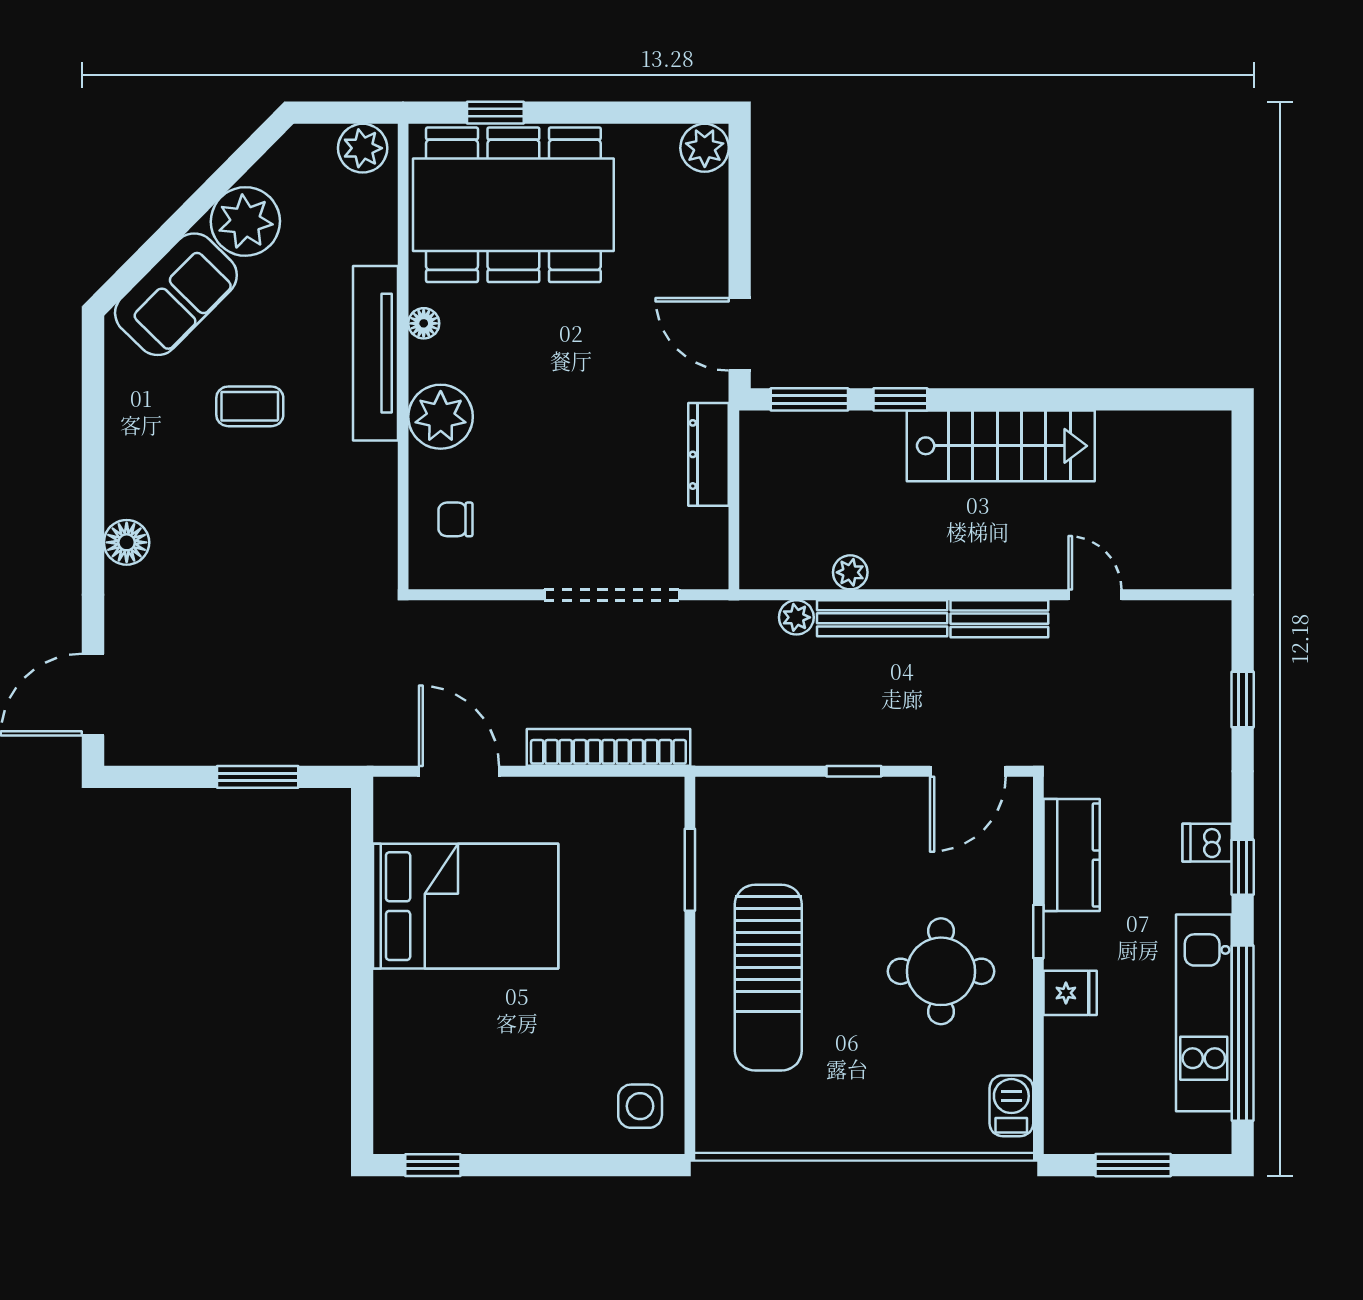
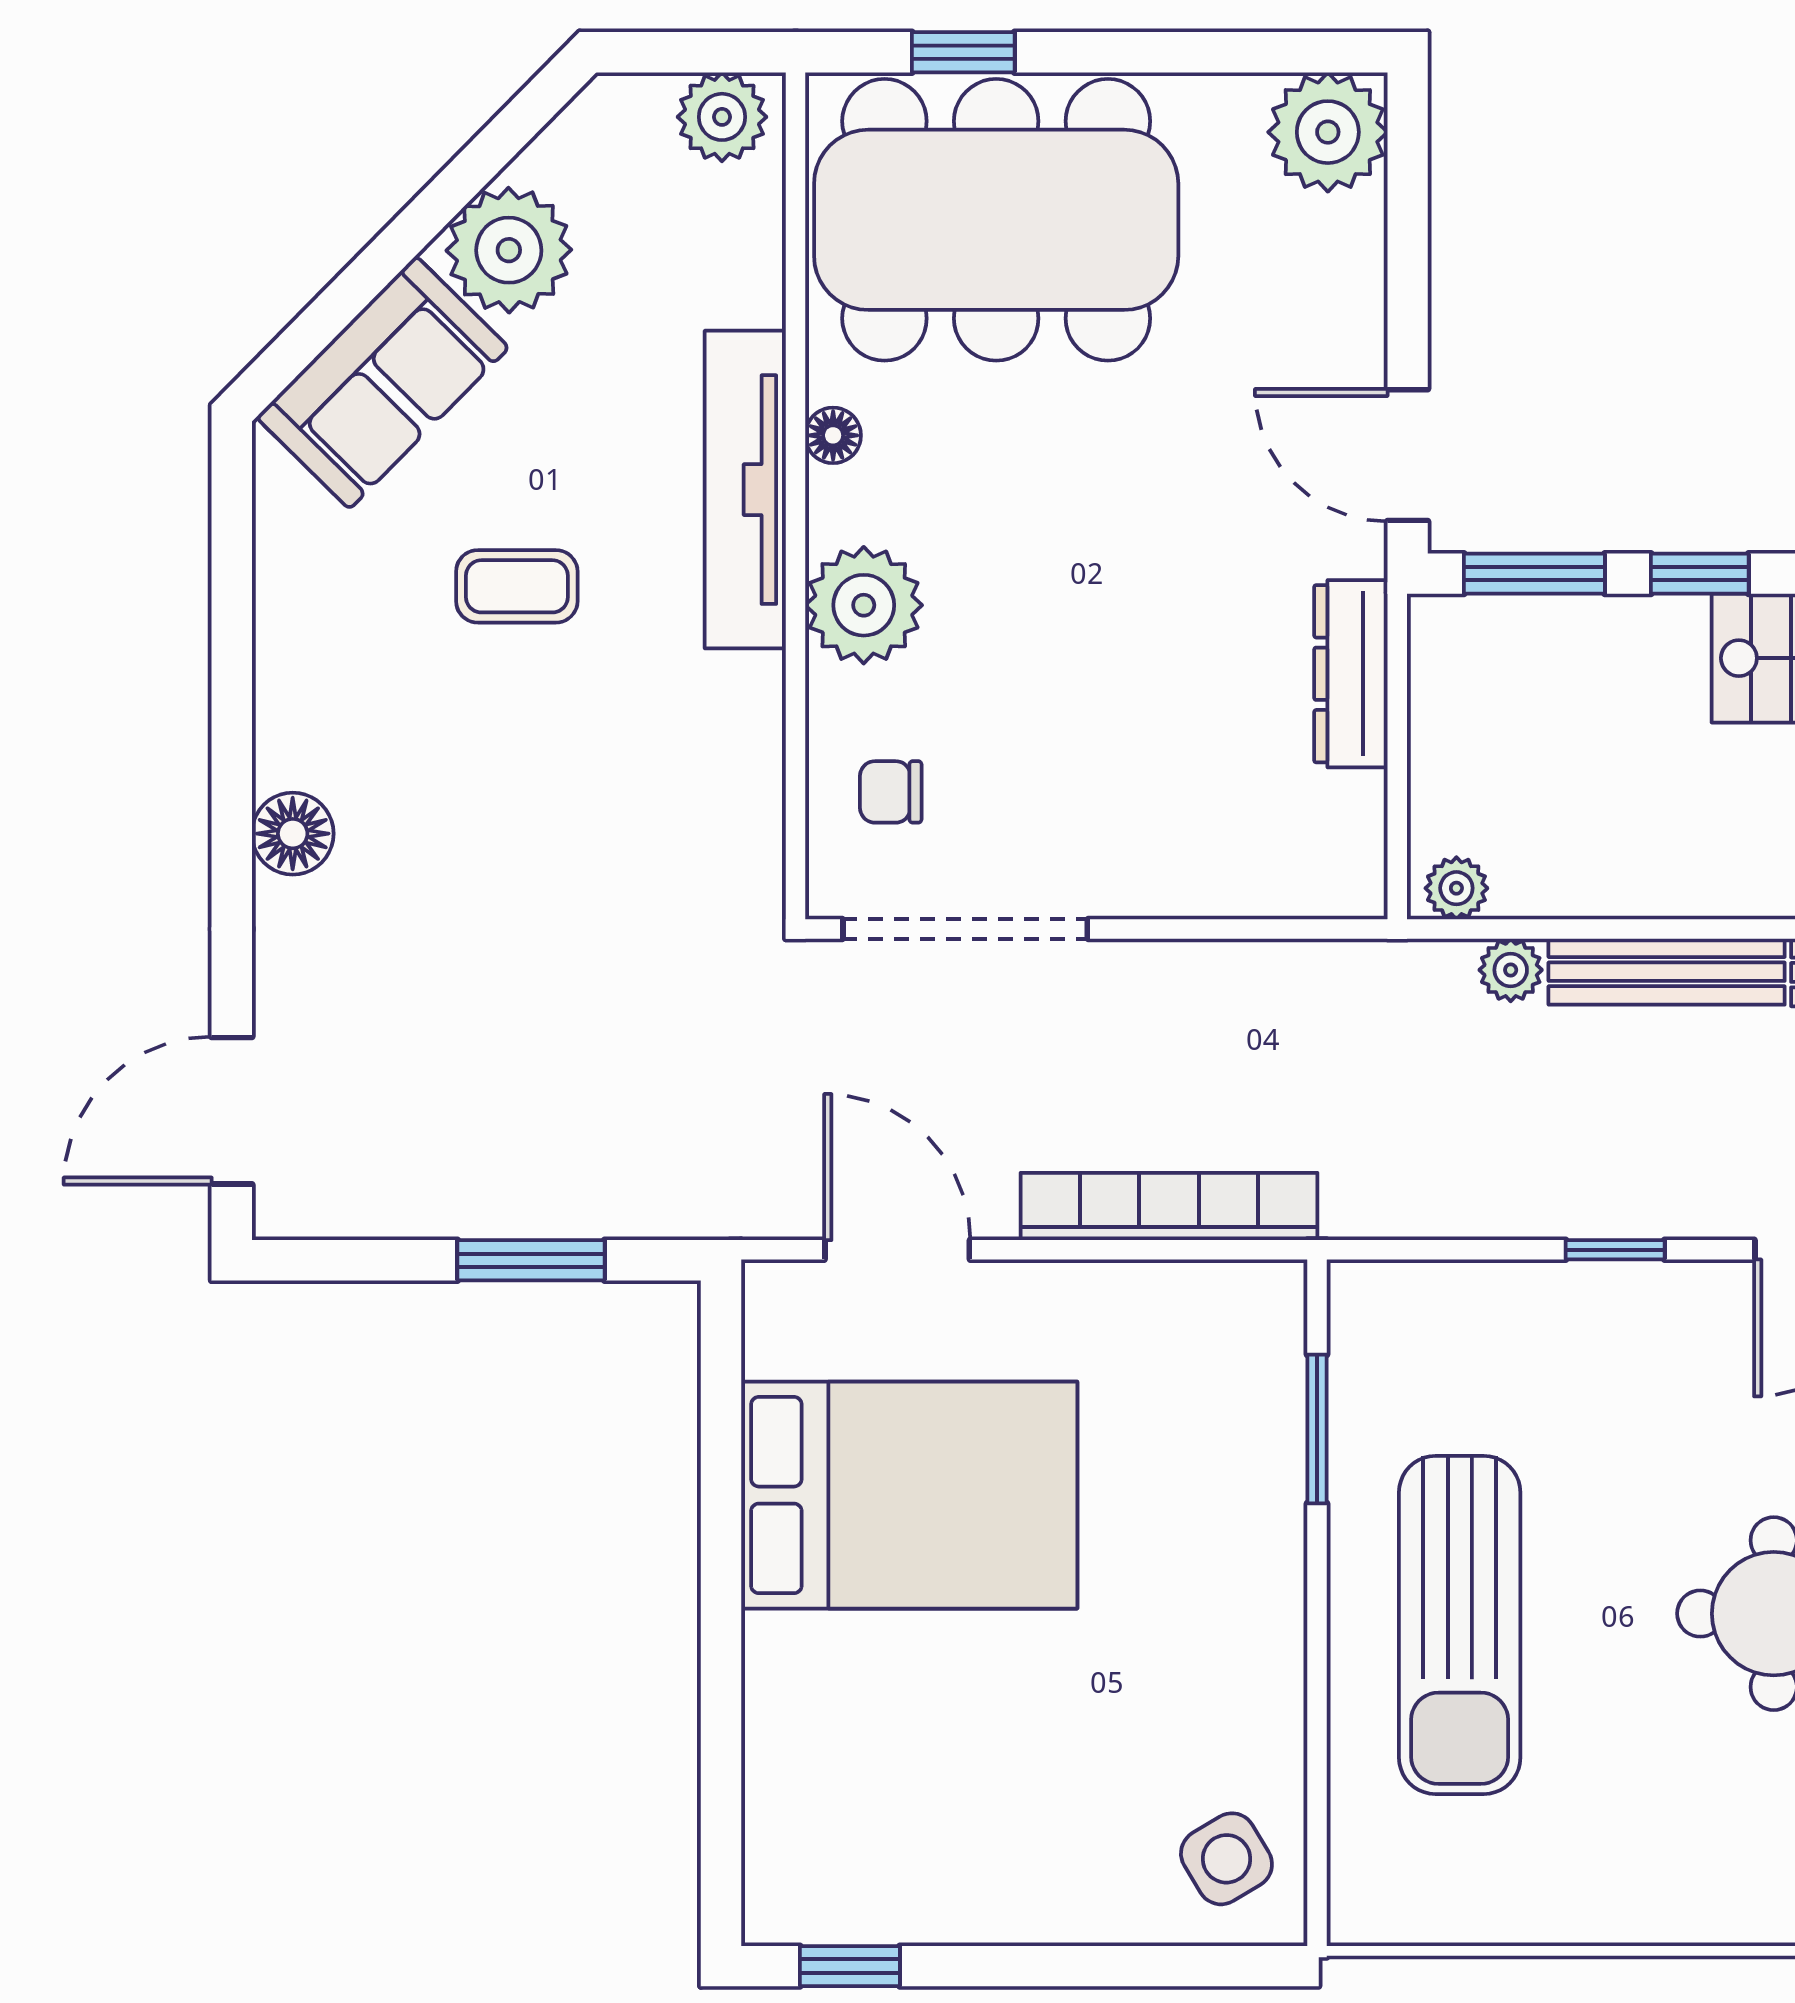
plant: (705, 148) -> (1328, 132), width x1.36, depth x1.36
plant: (850, 572) -> (1456, 888), moved
doorway: (612, 595) -> (965, 929), moved
side table: (640, 1106) -> (1226, 1859), turned -31

